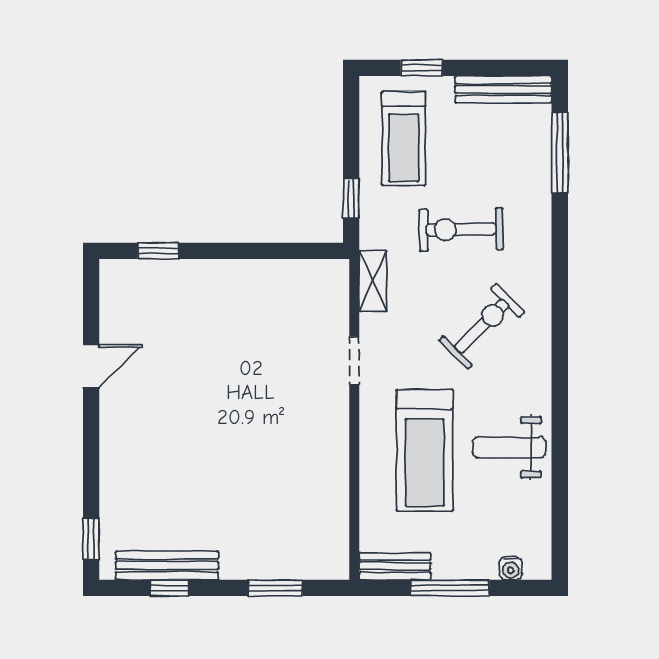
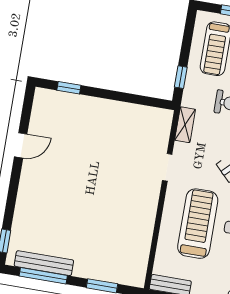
treadmill: (425, 450) -> (198, 224), turned 180
window: (170, 588) -> (43, 276), width x2.17

